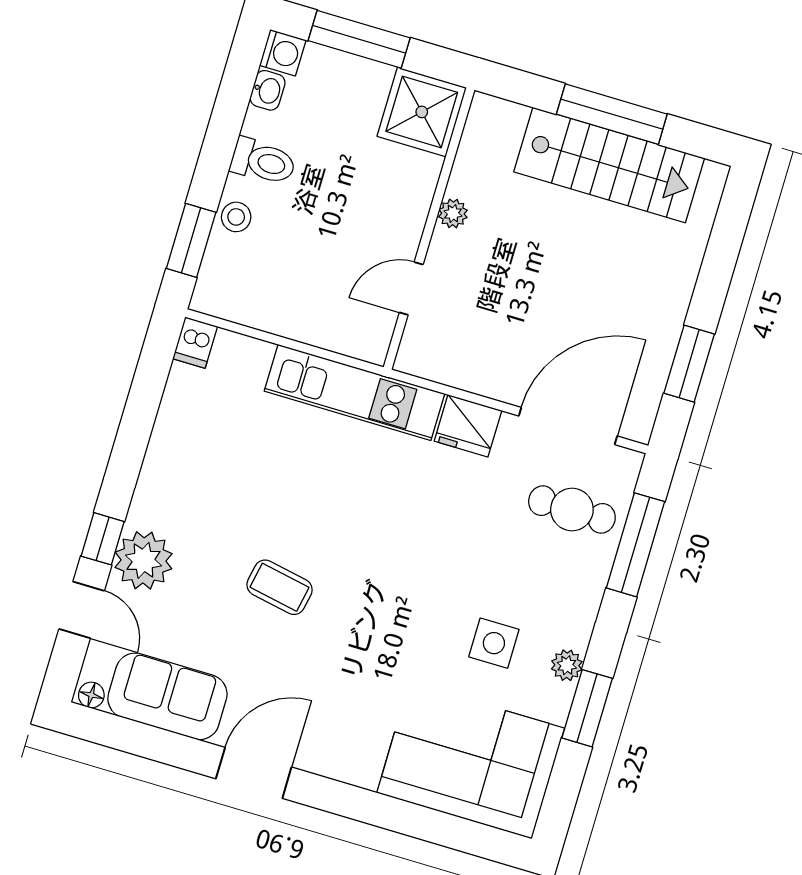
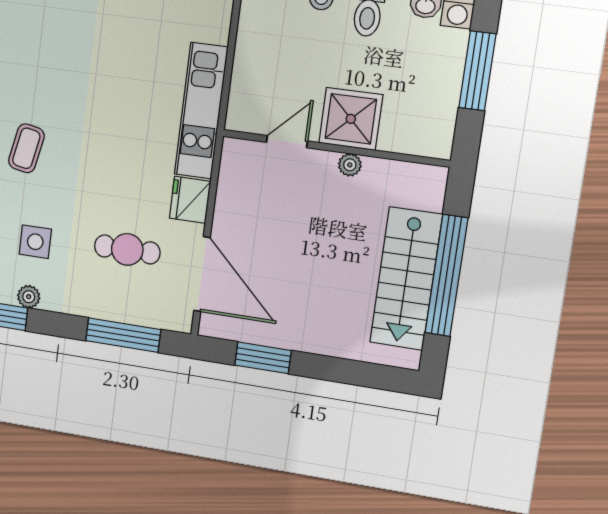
shower: (422, 112) -> (351, 119), moved
window: (612, 114) -> (446, 276), width x1.46
door: (411, 288) -> (287, 142), hinge flipped
cafe table: (572, 510) -> (127, 249), moved, turned 90
coffee table: (280, 587) -> (26, 148), moved

